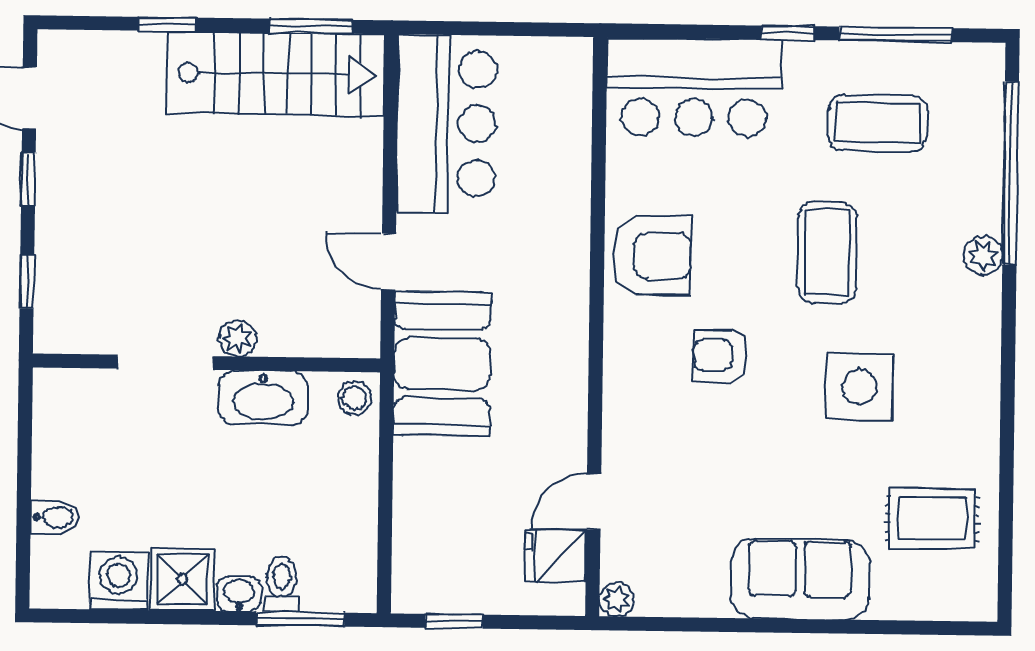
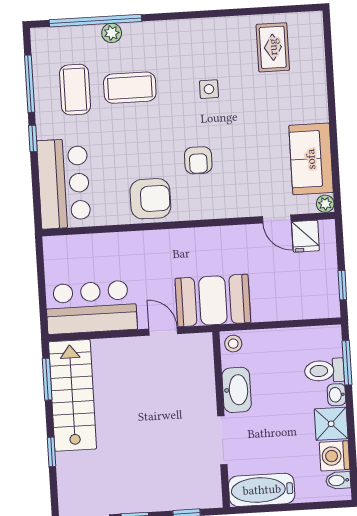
coffee table: (827, 253) -> (130, 88), moved
plant: (983, 255) -> (112, 33), moved
armchair: (652, 256) -> (150, 199), turned 90
door: (389, 262) -> (163, 331), swing flipped
plant: (237, 338) -> (208, 405), removed
side table: (859, 387) -> (209, 89), width x0.54, depth x0.54
bathtub: (62, 432) -> (262, 490), added
bidet: (55, 517) -> (338, 480), moved, turned -90
sofa: (800, 579) -> (311, 159), moved
toilet: (281, 584) -> (324, 371), width x1.37, depth x1.39

